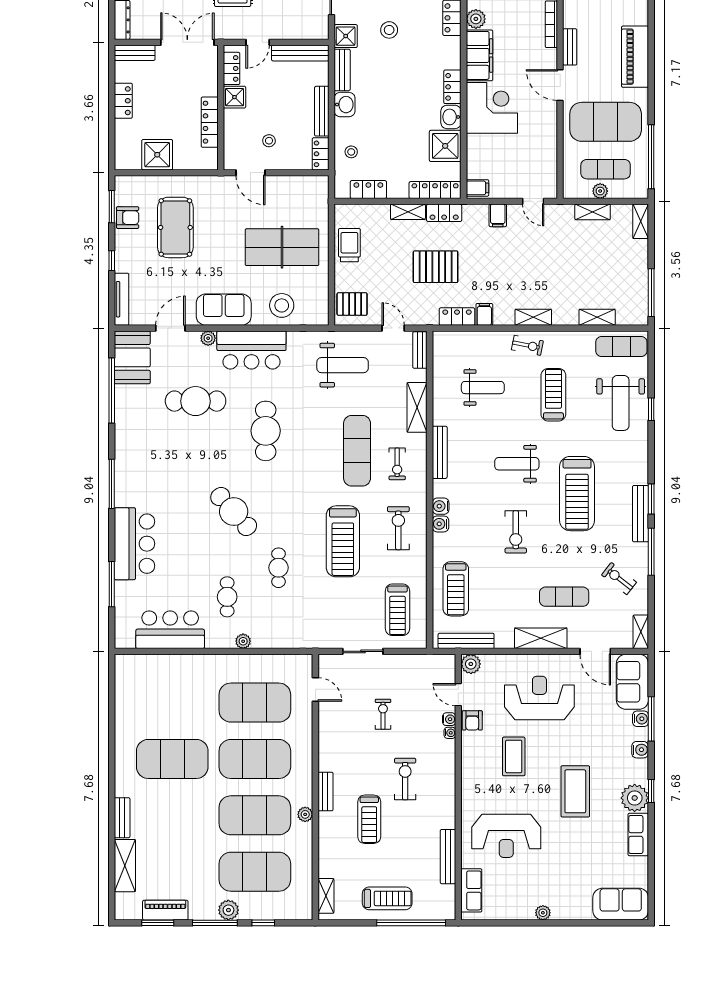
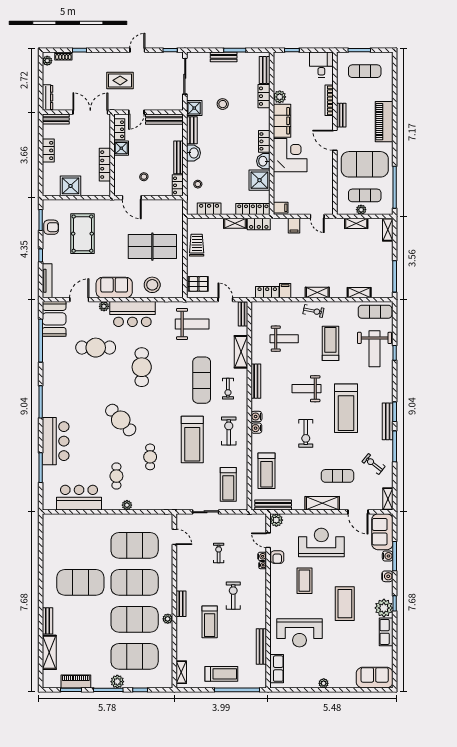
pallet: (436, 267) -> (253, 259), removed

